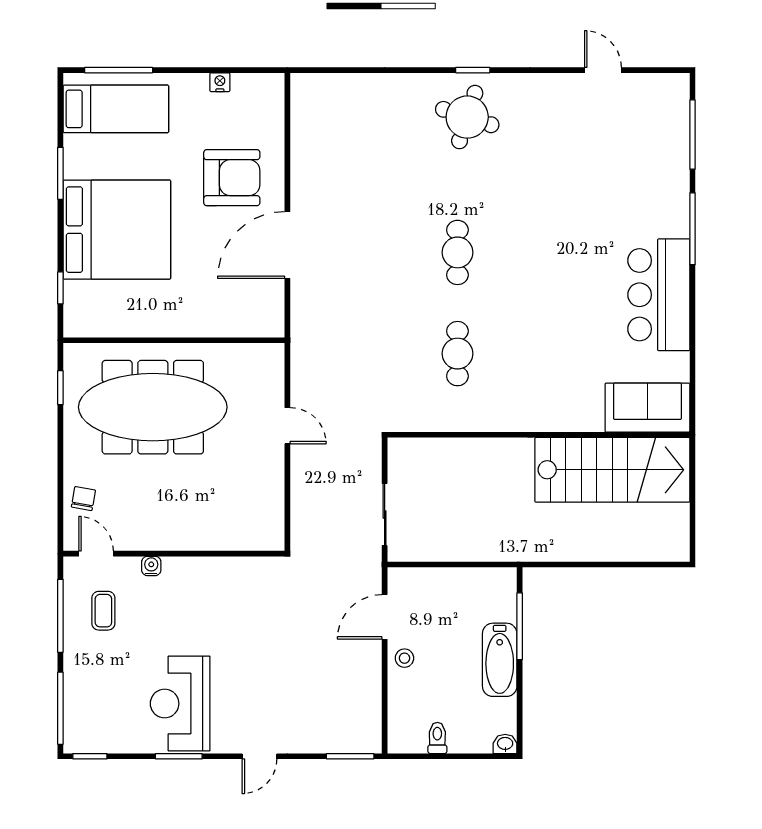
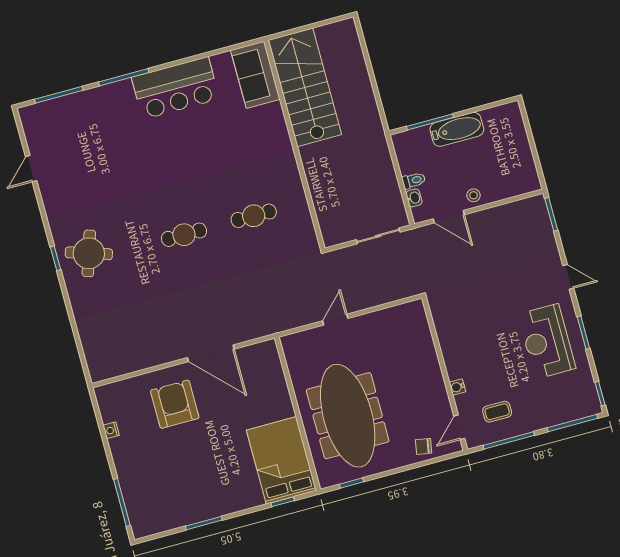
bed: (116, 109) -> (149, 497), removed
bed: (117, 230) -> (281, 460), moved, width x0.73
reception desk: (180, 704) -> (547, 341), turned 90
toilet: (437, 738) -> (414, 180), moved, turned 180
washbasin: (505, 744) -> (414, 198), moved, turned 180

